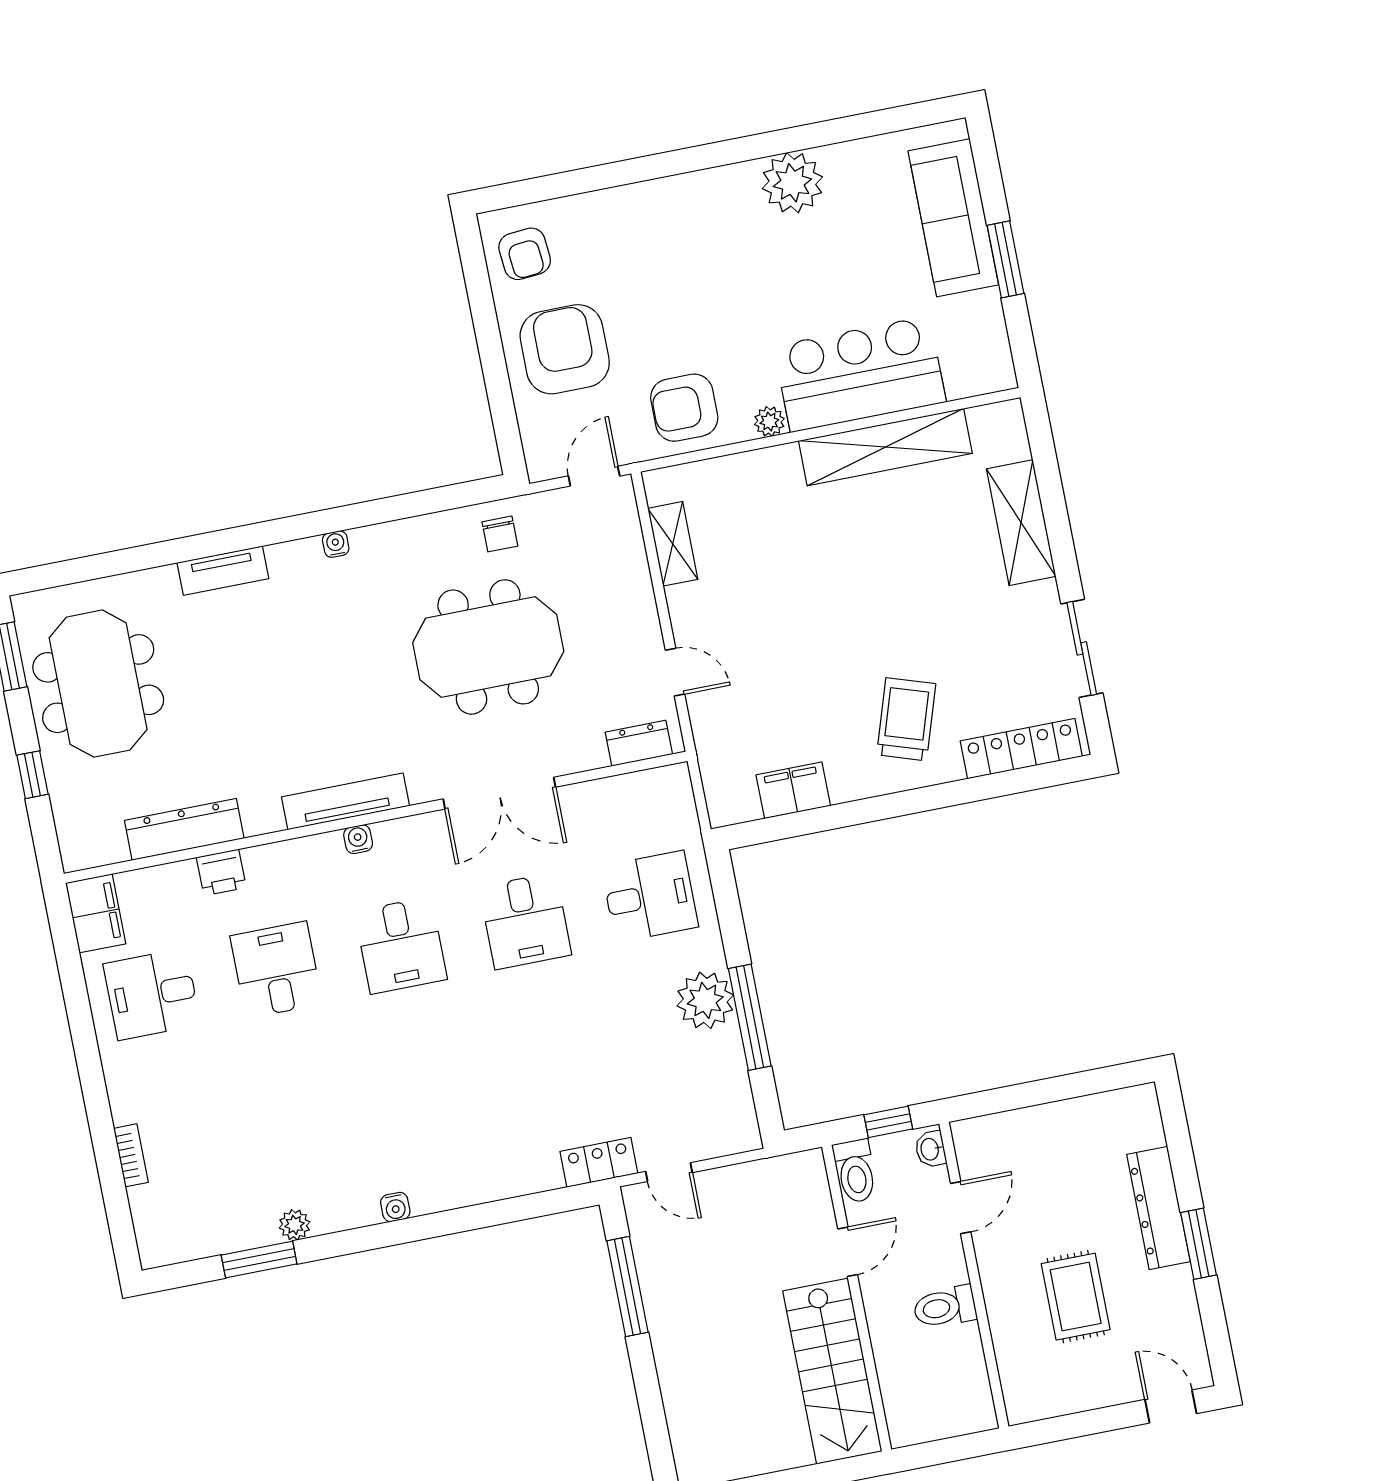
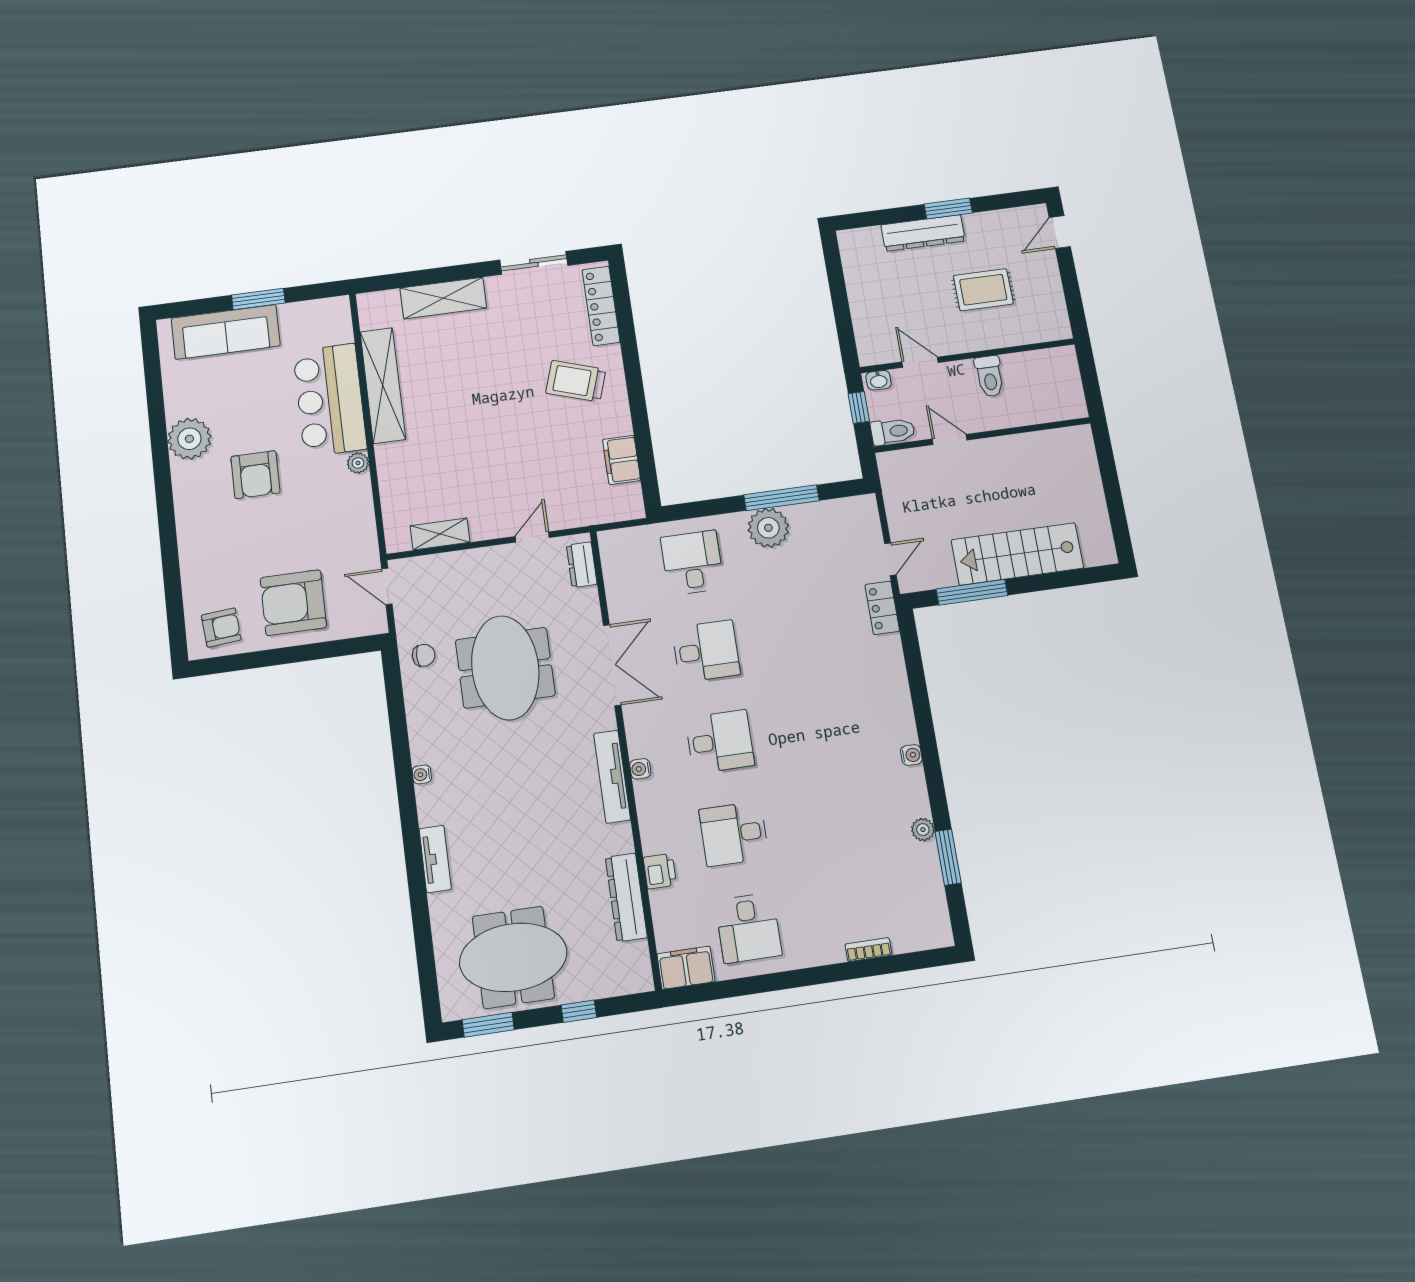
armchair: (684, 408) -> (255, 475), moved
stairs: (832, 1371) -> (1017, 554), moved, turned 180

